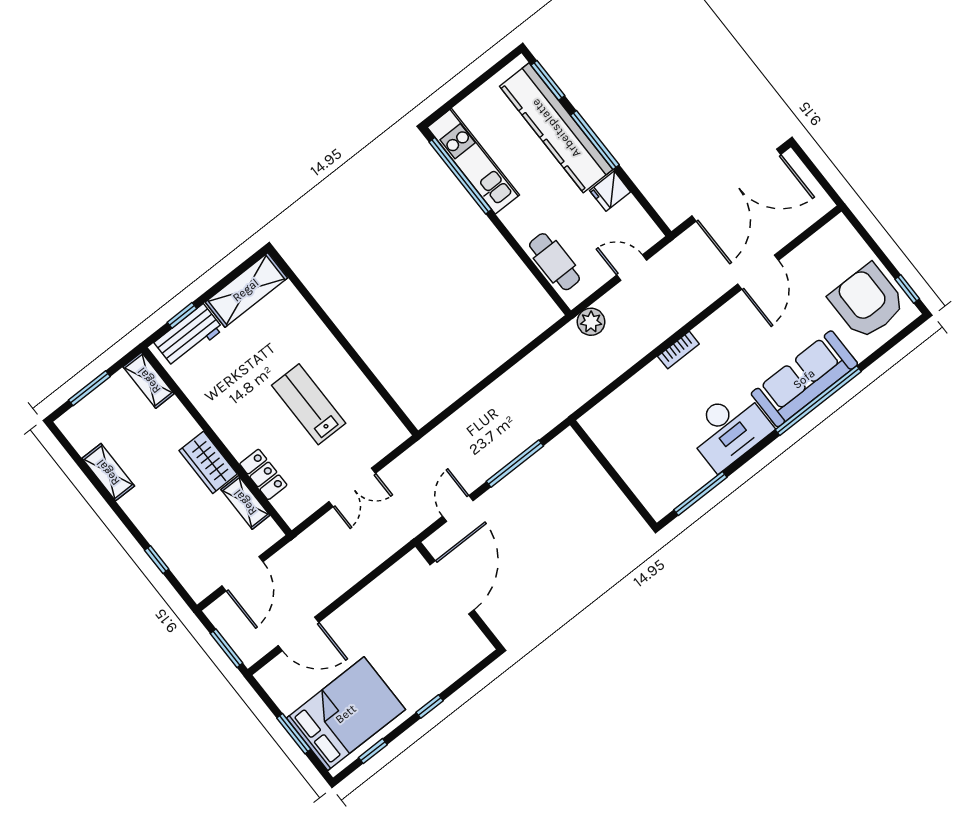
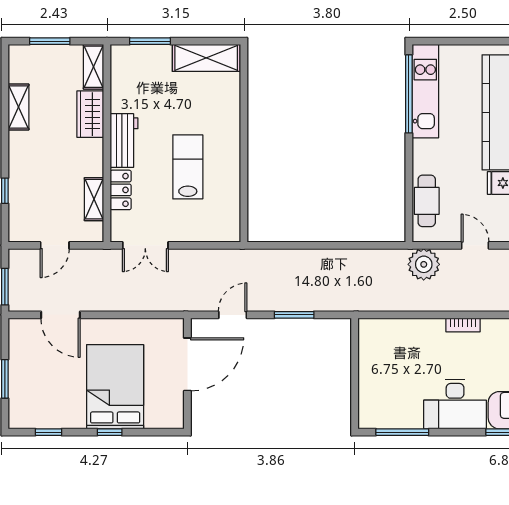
window: (182, 315) -> (150, 41), width x1.50
plant: (591, 322) -> (424, 264), width x1.36, depth x1.36
workbench: (189, 336) -> (124, 141), moved, turned -90
wardrobe: (208, 462) -> (90, 114), moved
window: (515, 464) -> (294, 315), width x0.69
double door: (352, 487) -> (145, 245), moved
door: (243, 574) -> (55, 245), width x0.73
bed: (346, 714) -> (115, 387), moved, turned -90

